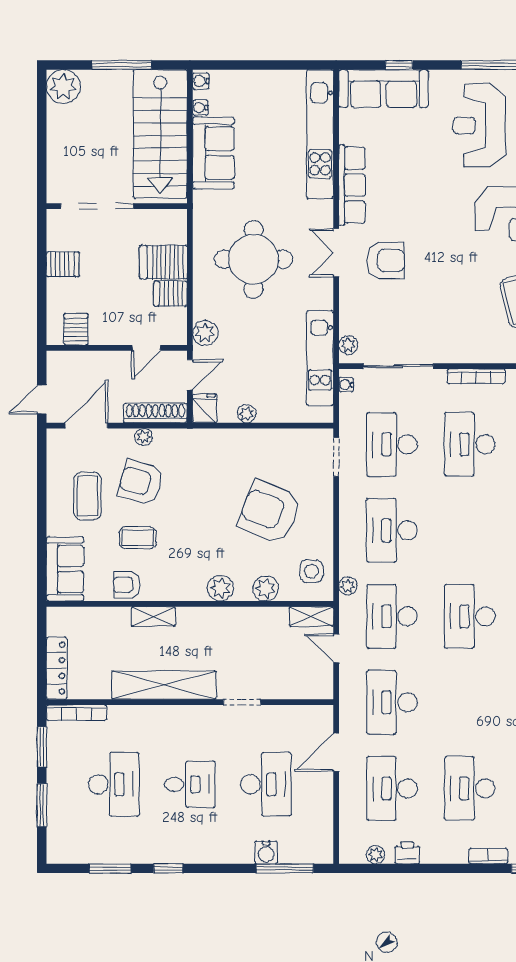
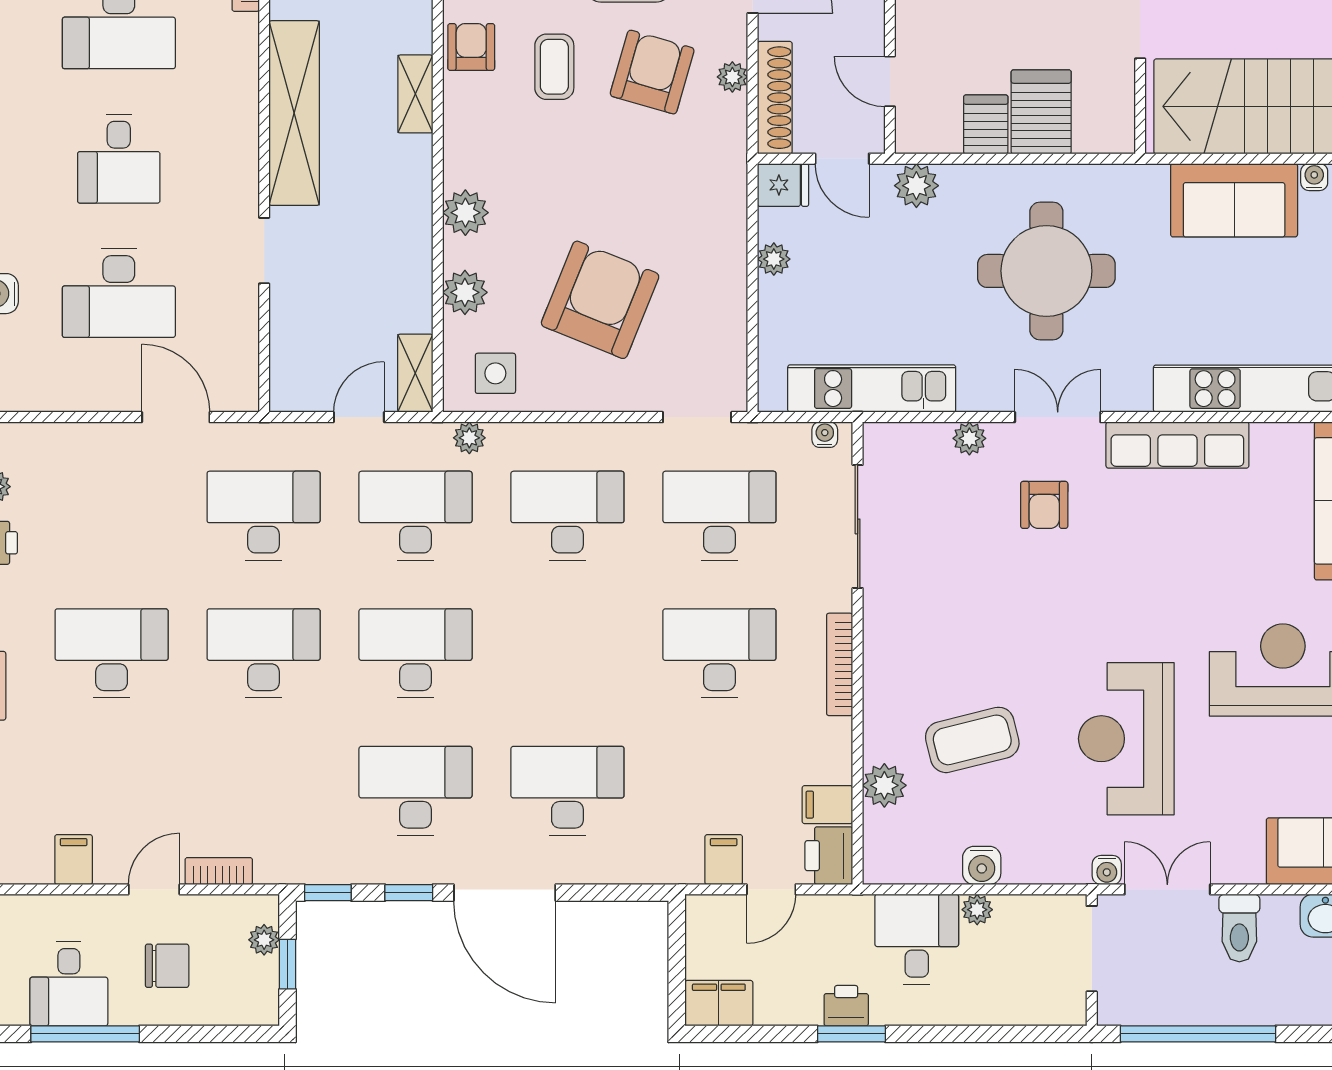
armchair: (386, 260) -> (1044, 505), width x0.72, depth x0.72
plant: (348, 345) -> (969, 438), moved
desk: (392, 788) -> (264, 653), moved

